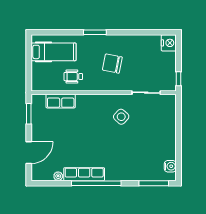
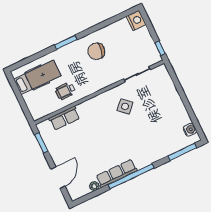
chair: (112, 64) -> (96, 51), moved

